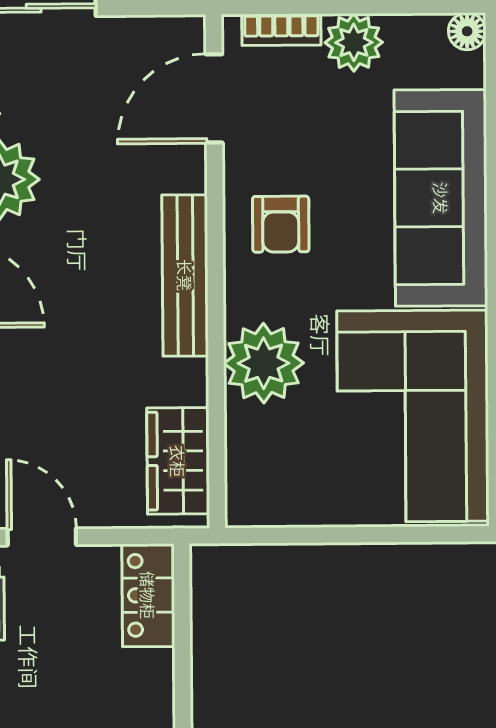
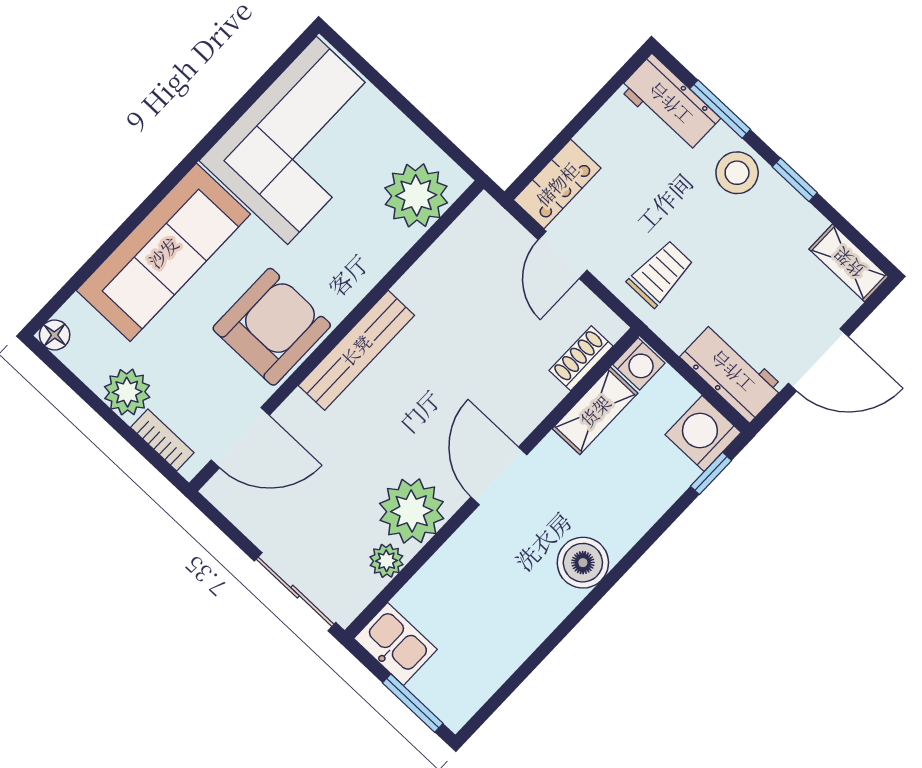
armchair: (281, 224) -> (272, 327), width x1.88, depth x1.88
plant: (264, 363) -> (416, 195), moved
wardrobe: (178, 461) -> (464, 246), removed
door: (42, 537) -> (563, 255), moved

